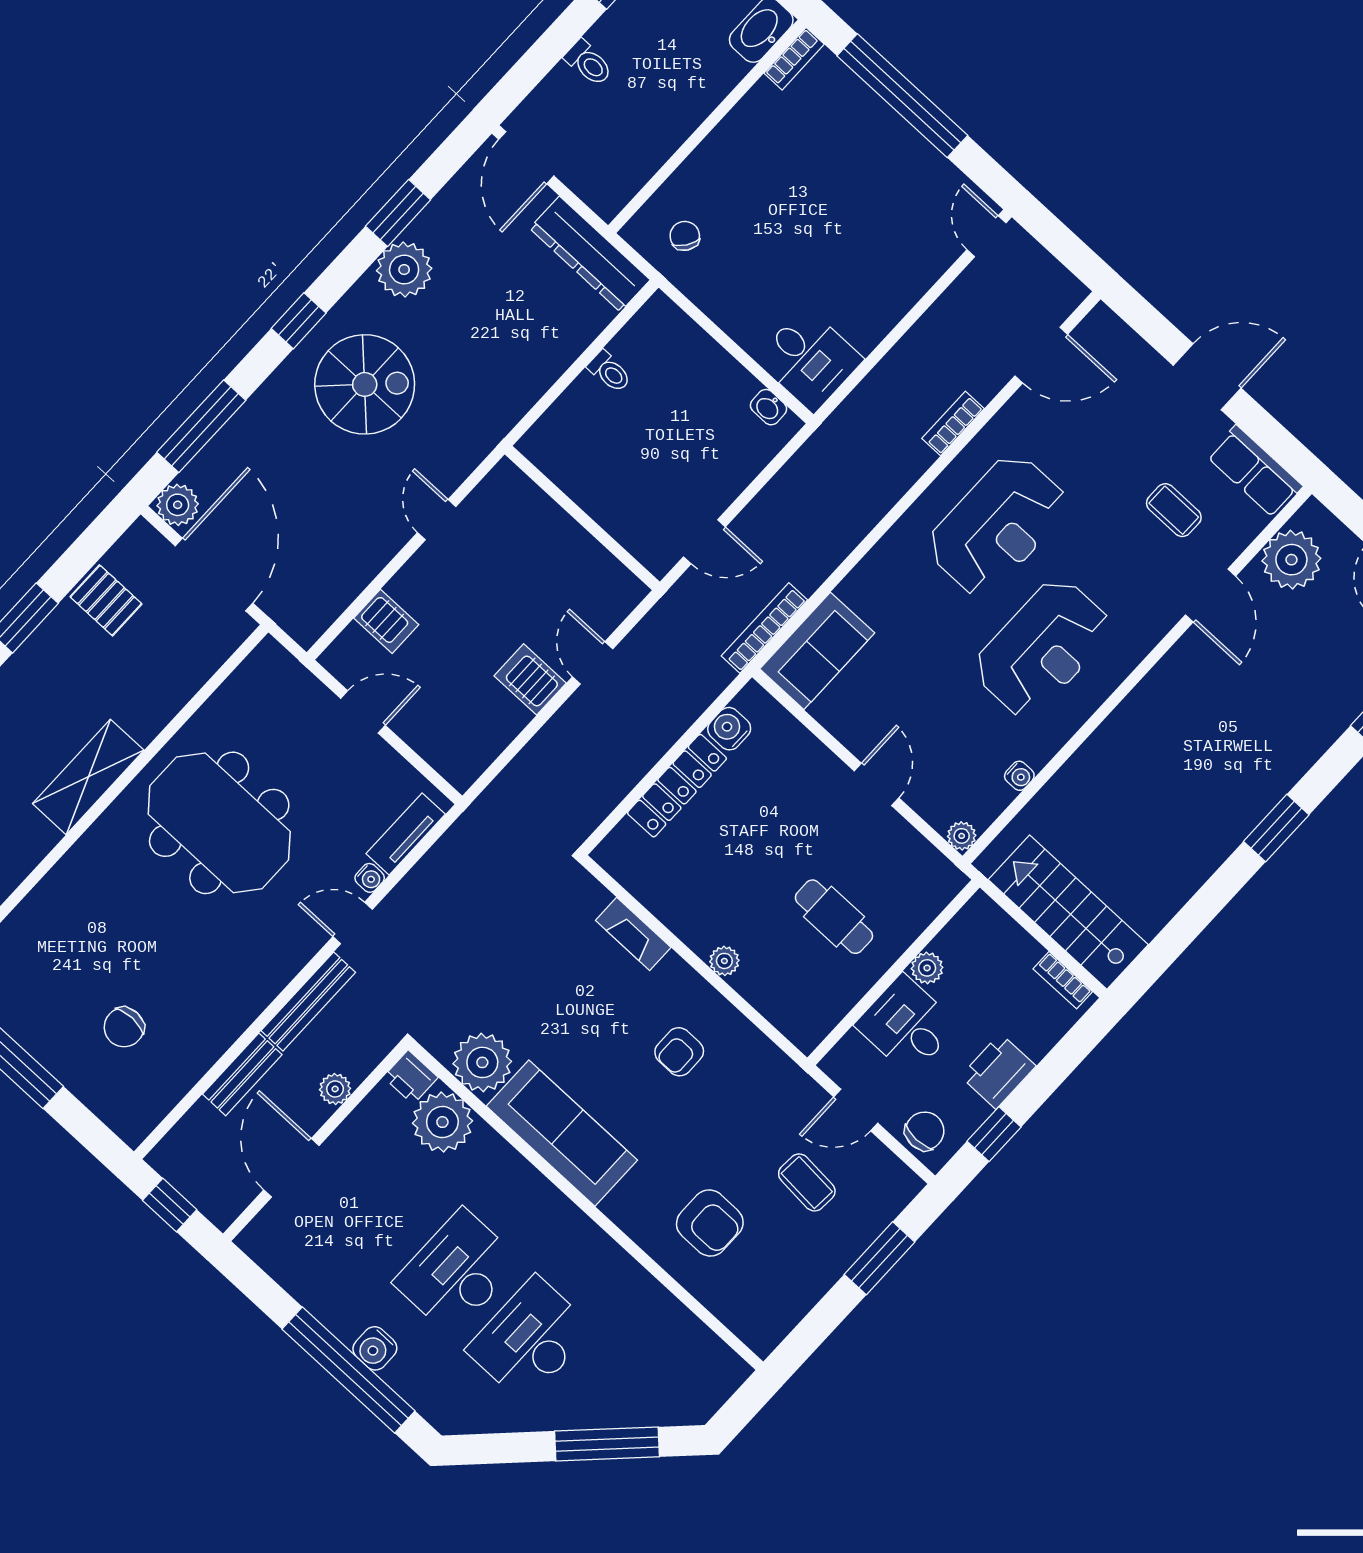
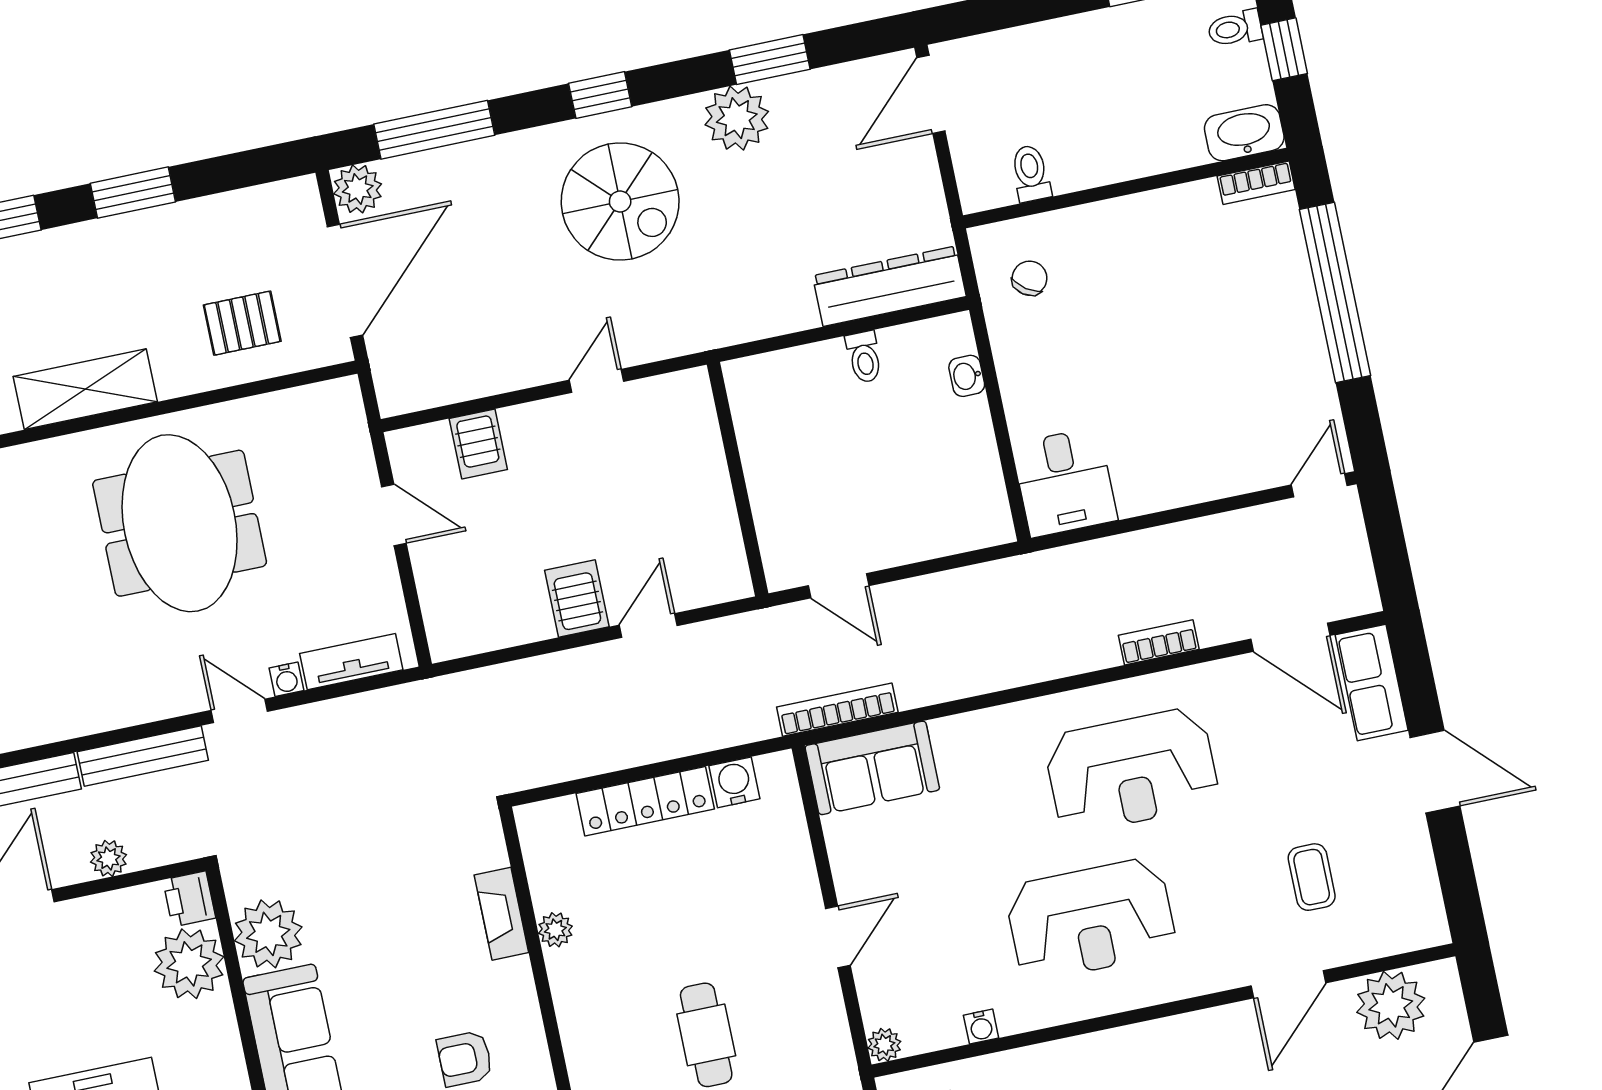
toilet: (588, 63) -> (1031, 173), moved, turned 180
dresser: (590, 254) -> (889, 286), moved, turned 90
washbasin: (769, 407) -> (967, 376), moved
row of seats: (1255, 471) -> (1372, 683), moved
pallet: (106, 600) -> (242, 323), moved, turned 90
plant: (724, 961) -> (555, 930), moved

